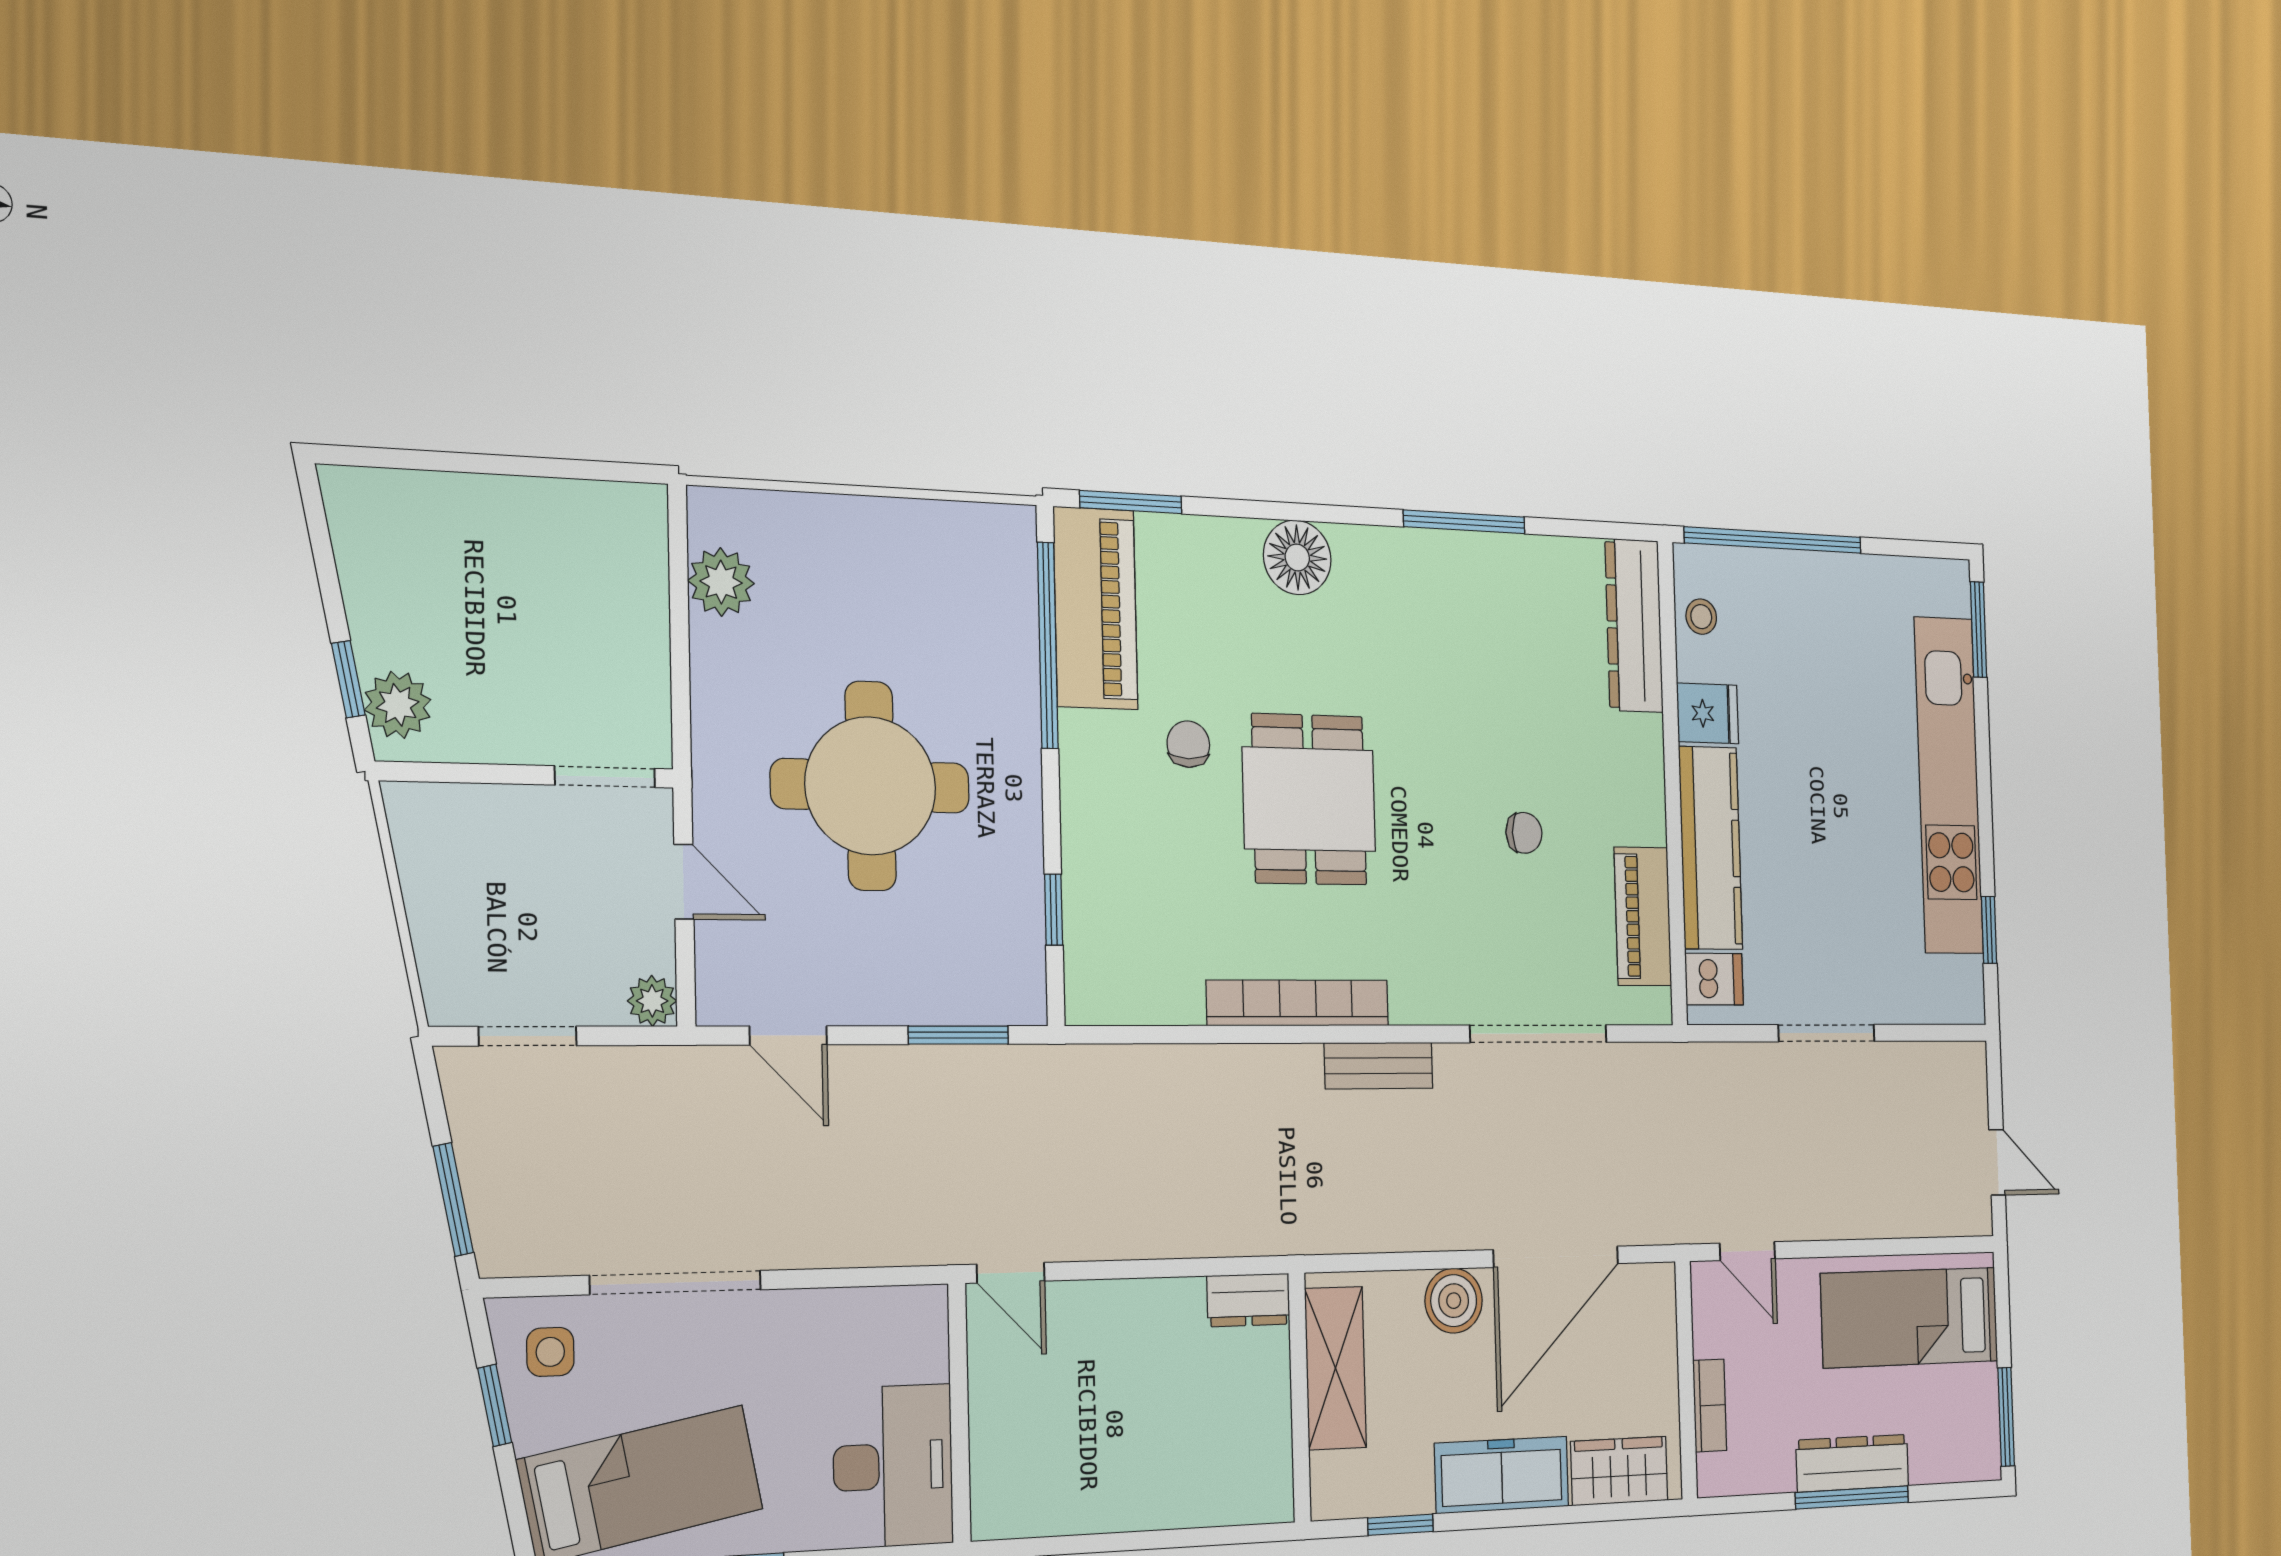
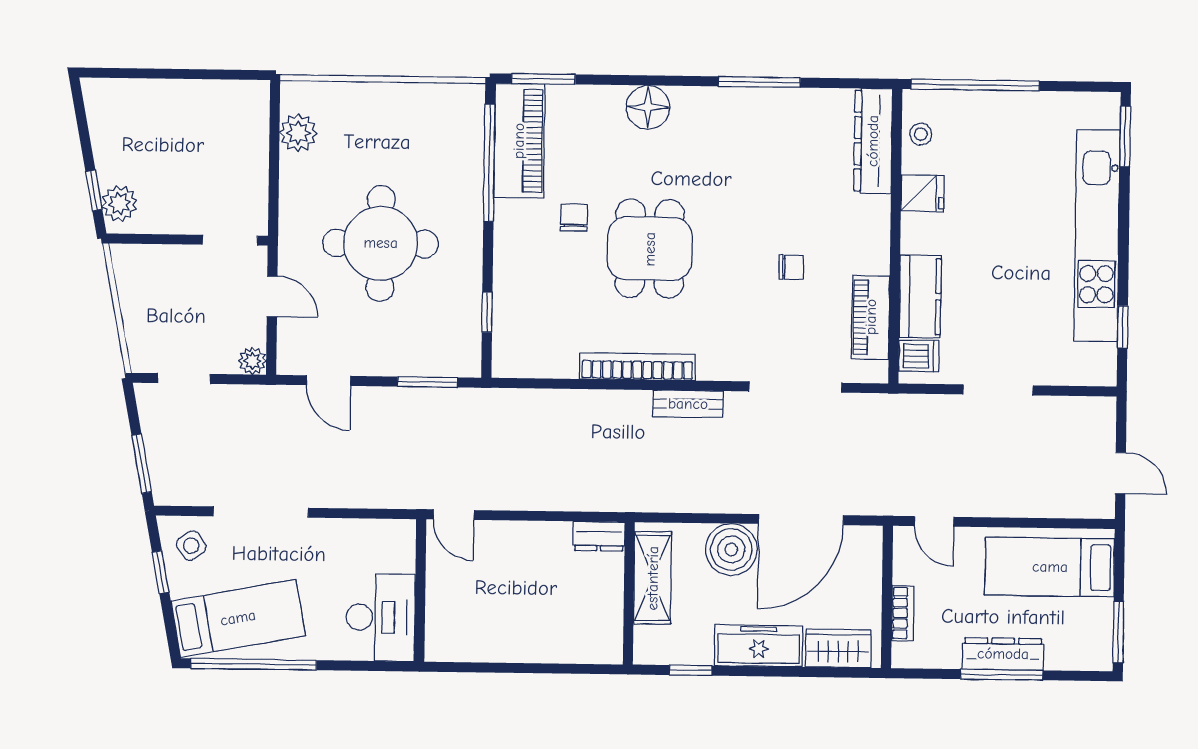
kitchen counter: (1711, 848) -> (920, 296), width x0.67
boiler: (1454, 1301) -> (731, 549), width x1.37, depth x1.37
side table: (550, 1352) -> (191, 546), turned -36

